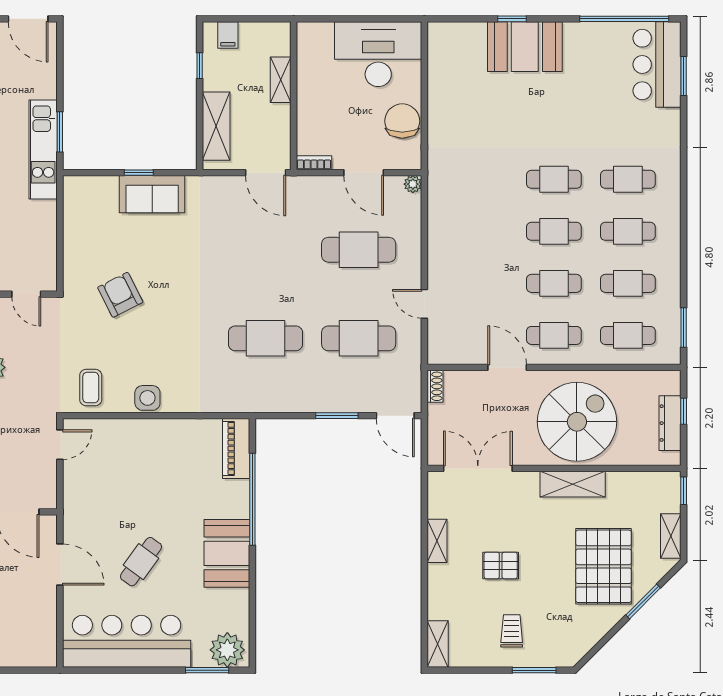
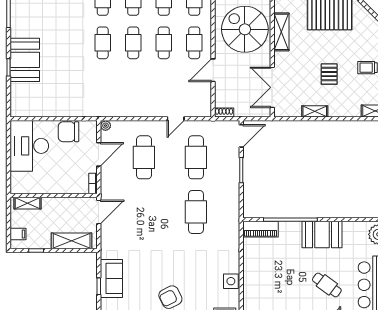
shelving: (281, 80) -> (28, 203), moved

